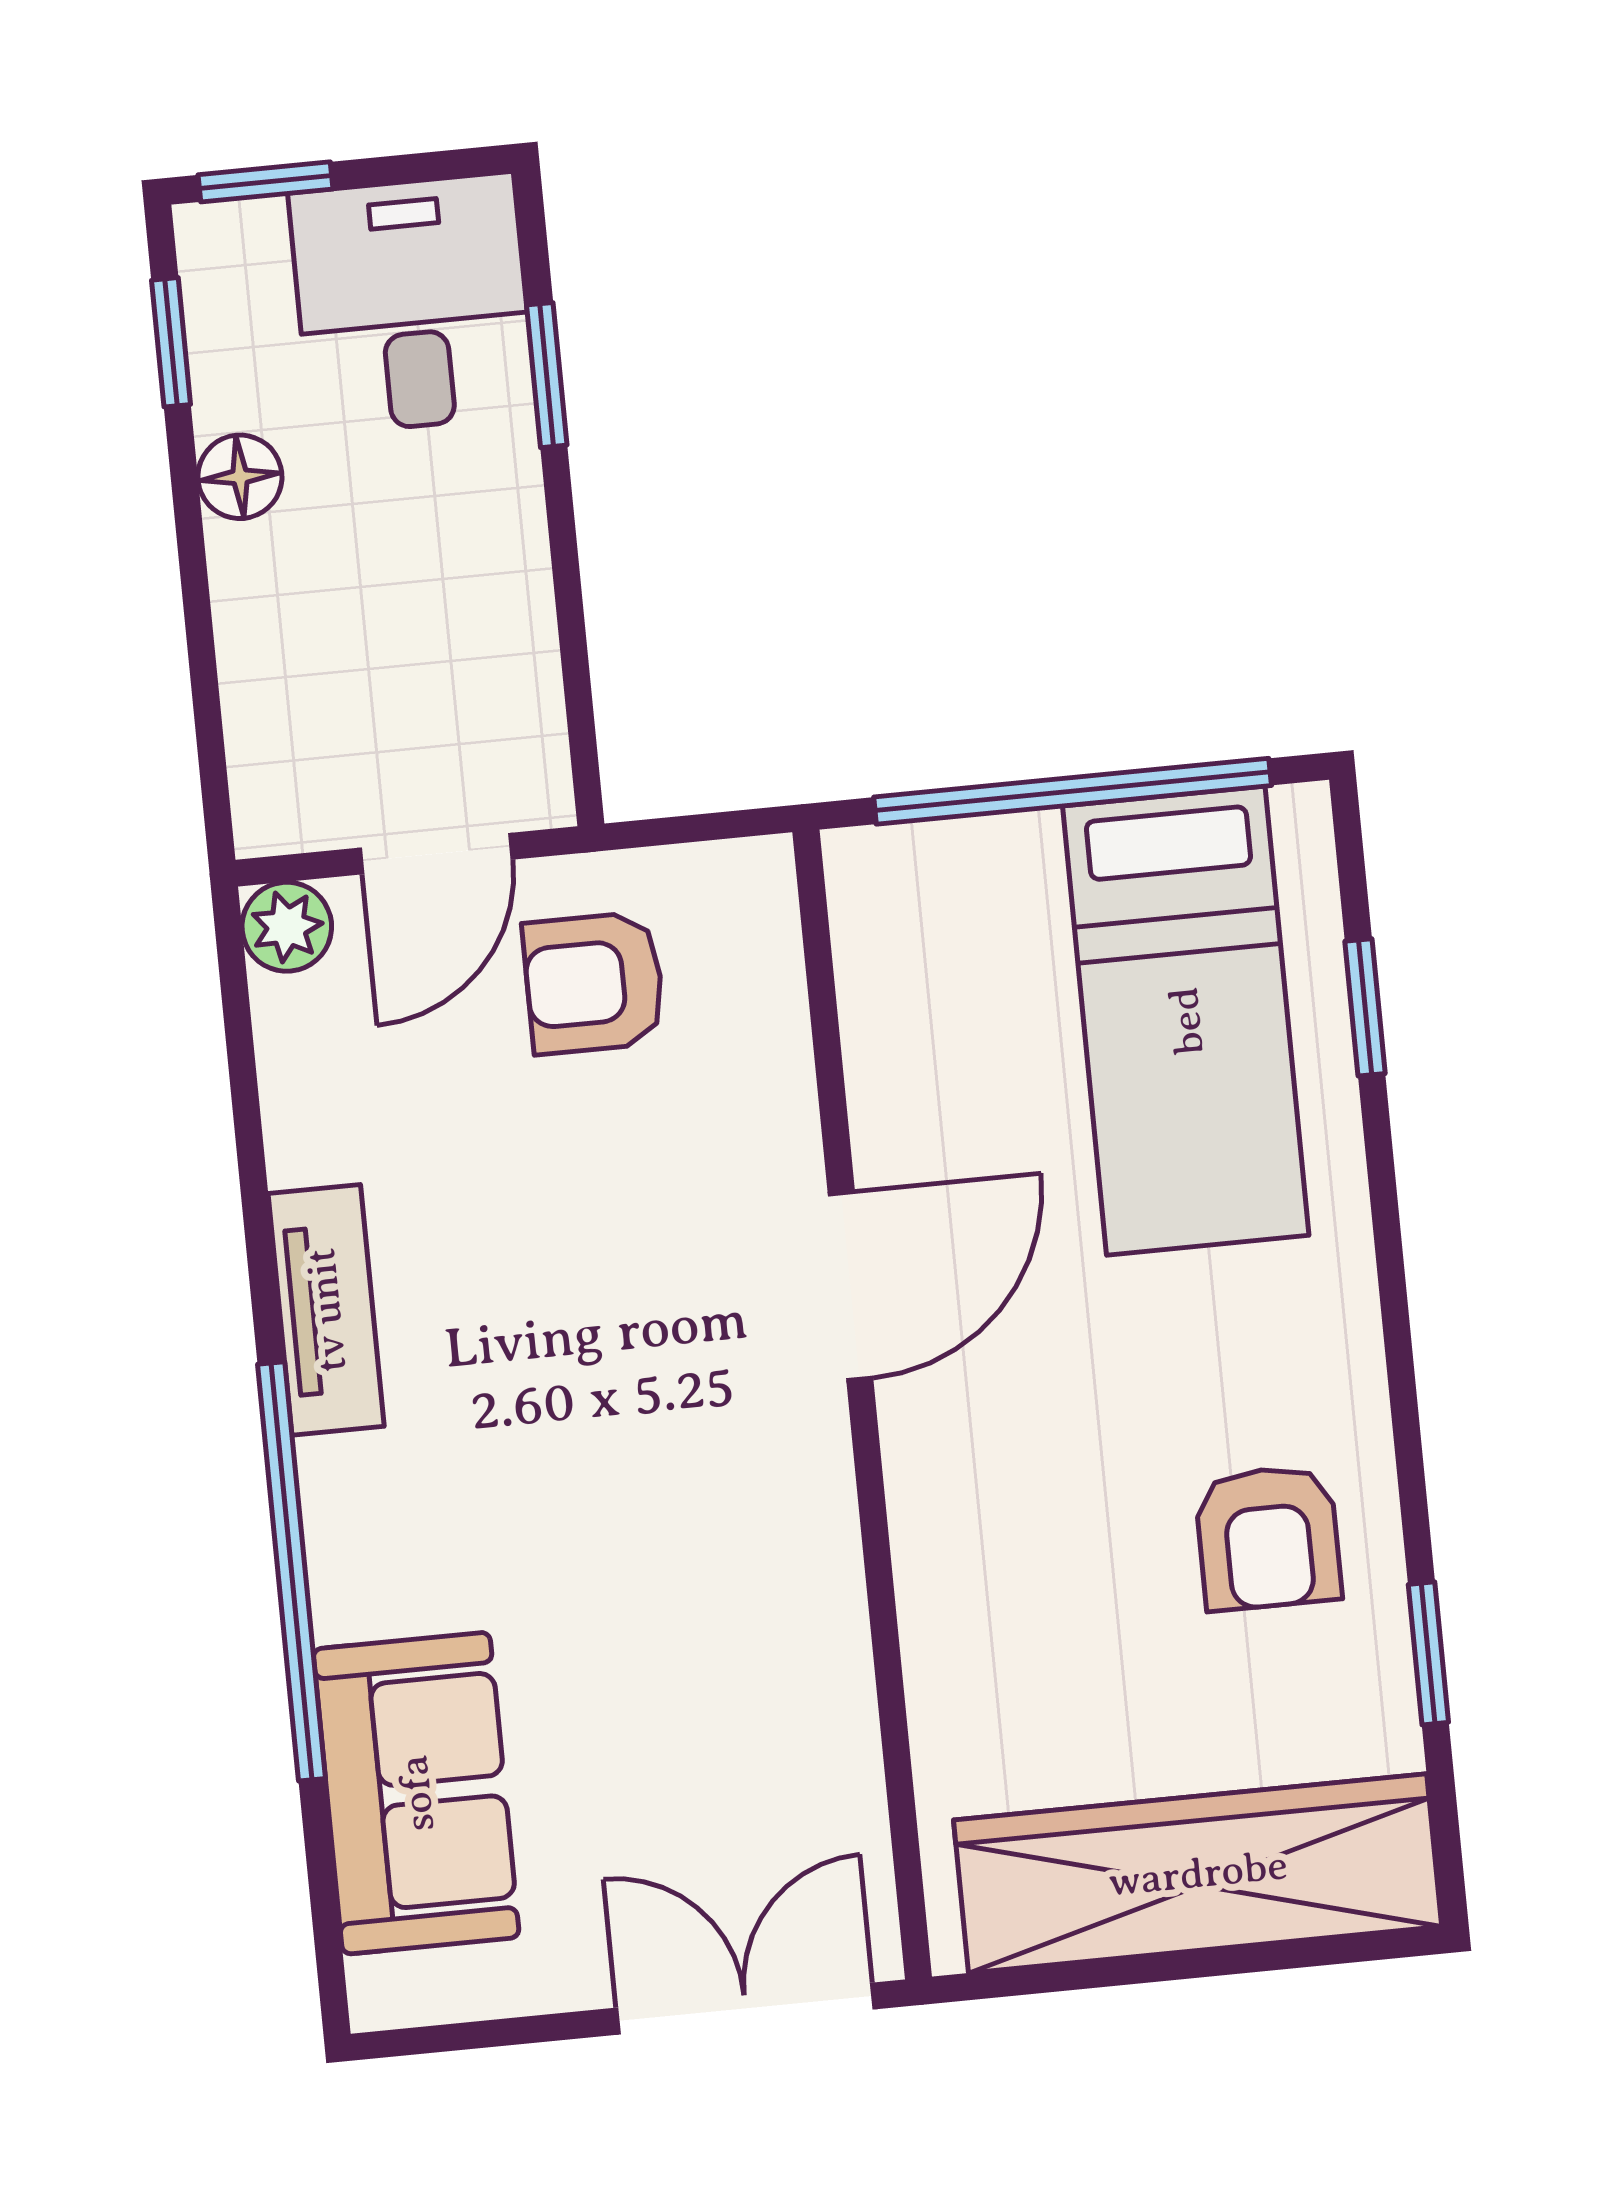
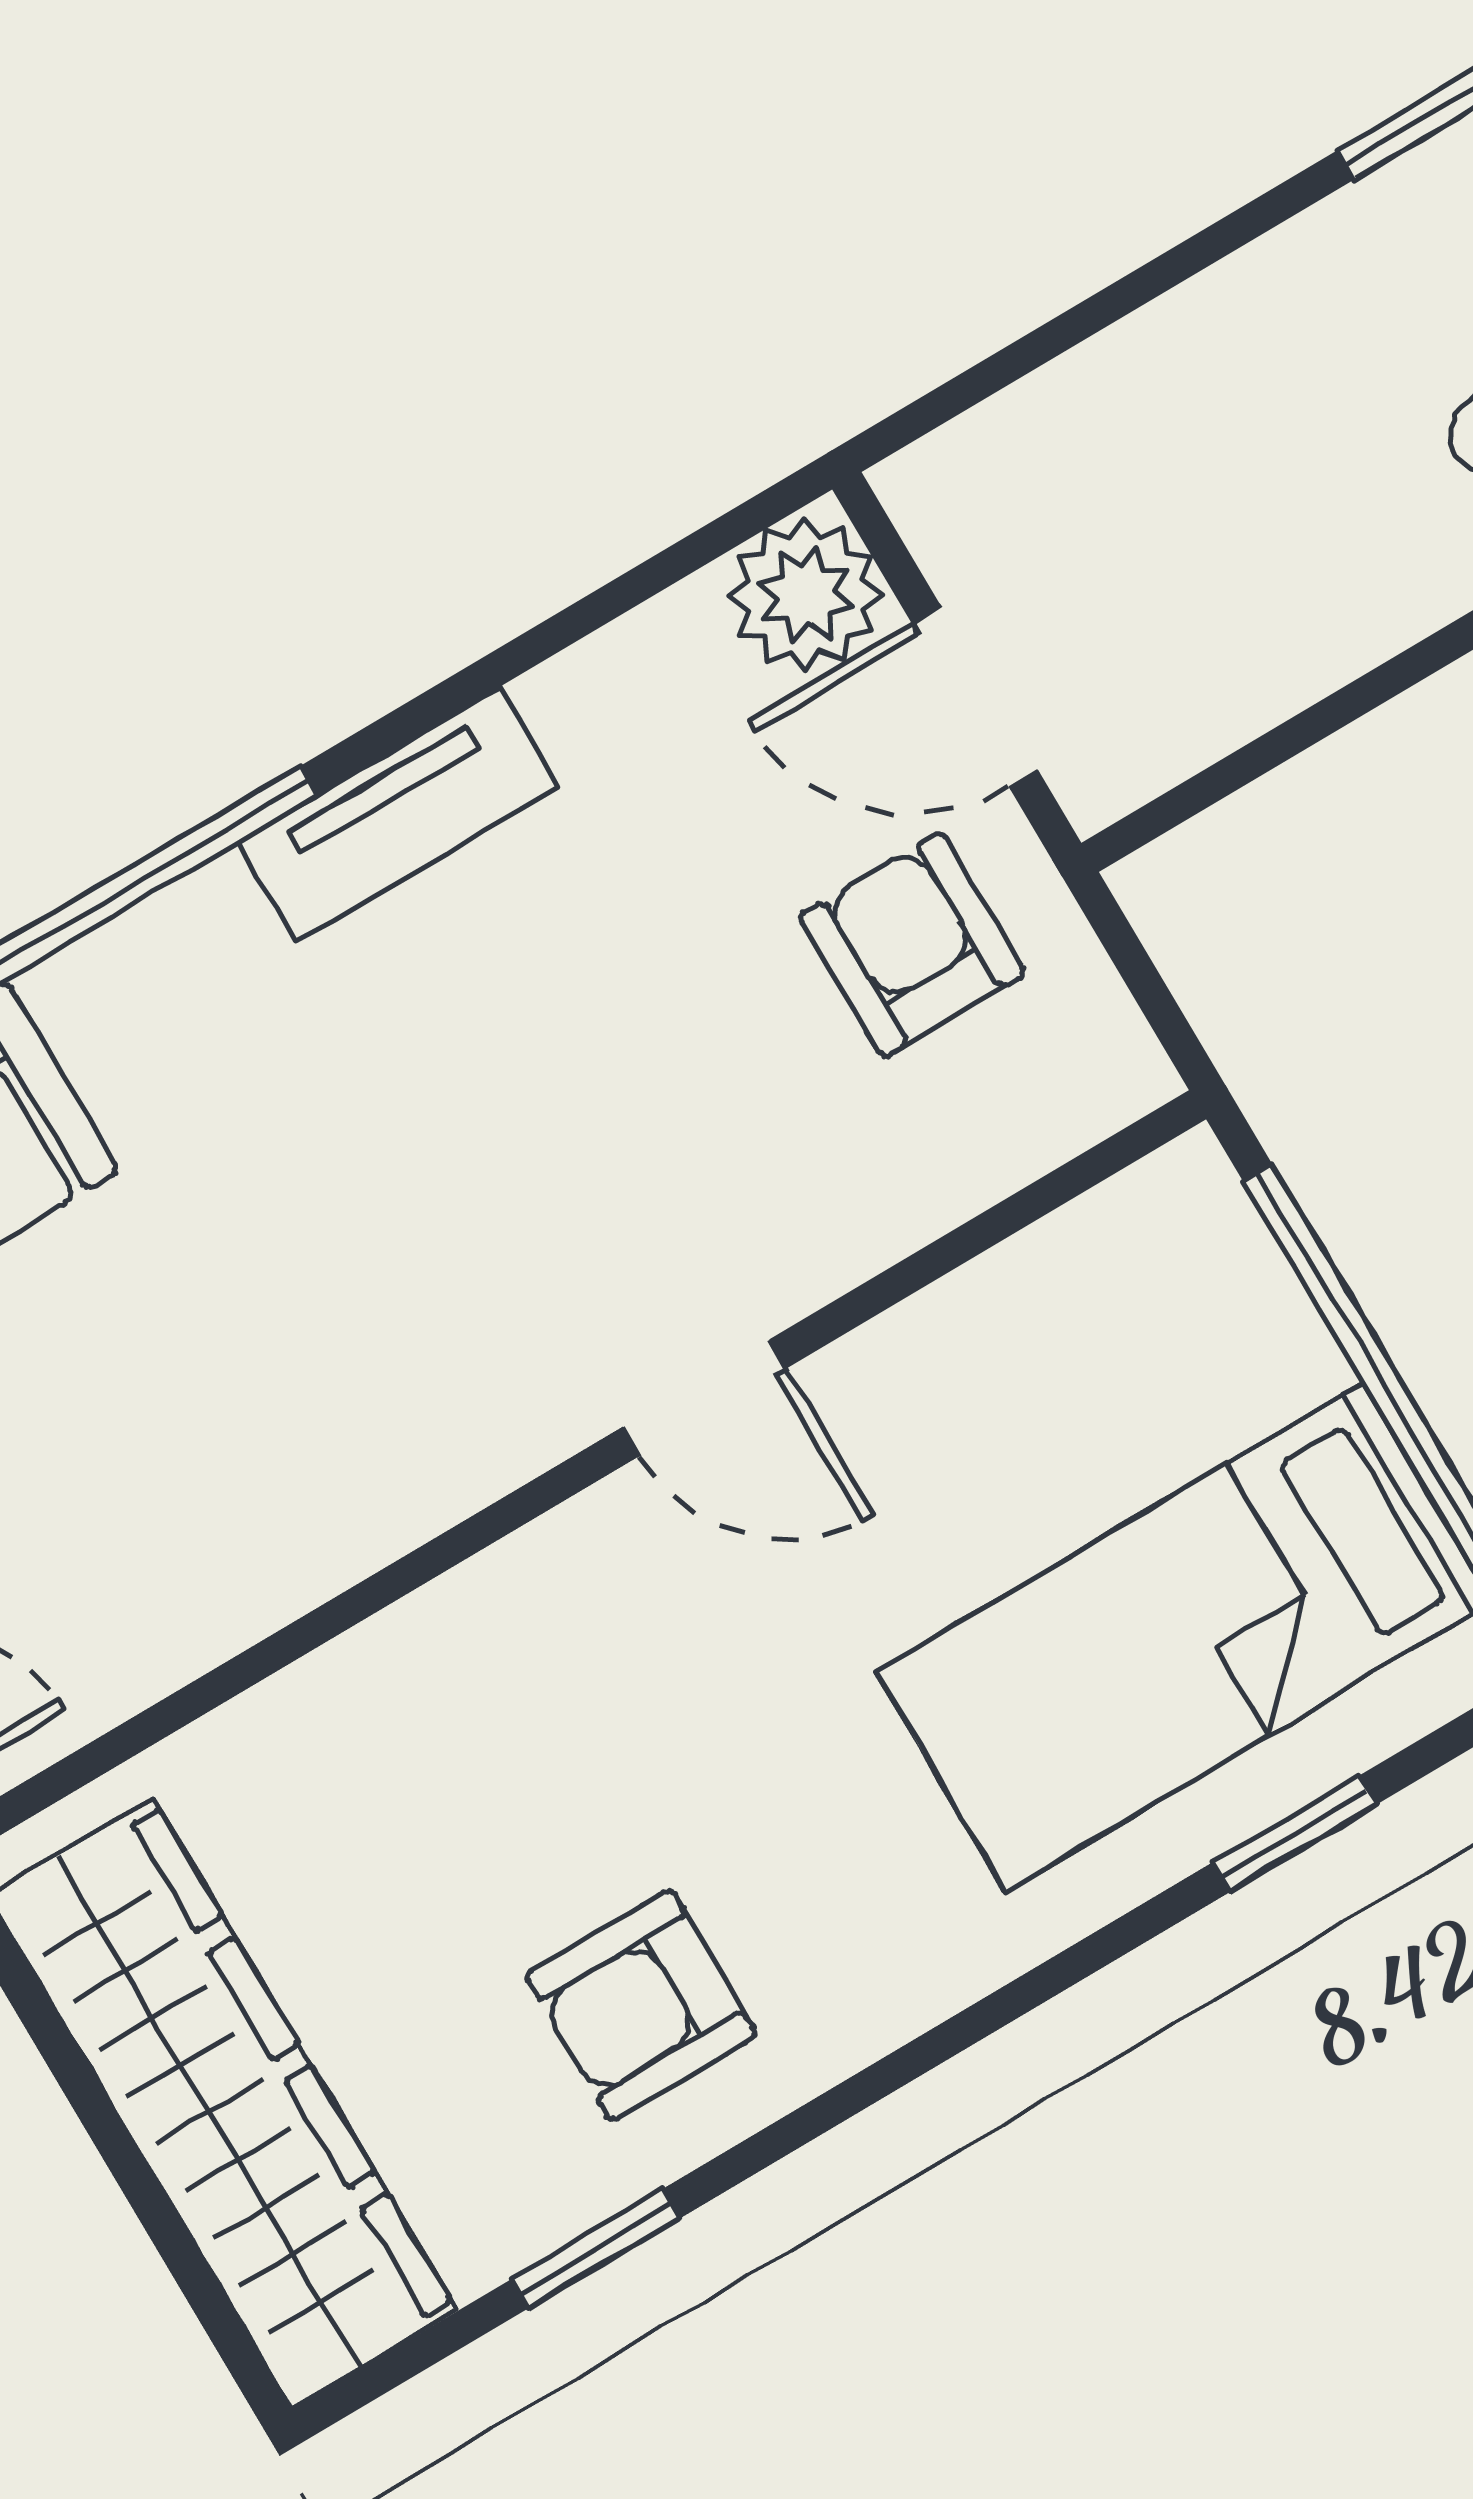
floor lamp: (240, 477) -> (1299, 274), removed
plant: (287, 927) -> (805, 595), width x1.38, depth x1.38
door: (851, 1286) -> (705, 1398), width x0.73

